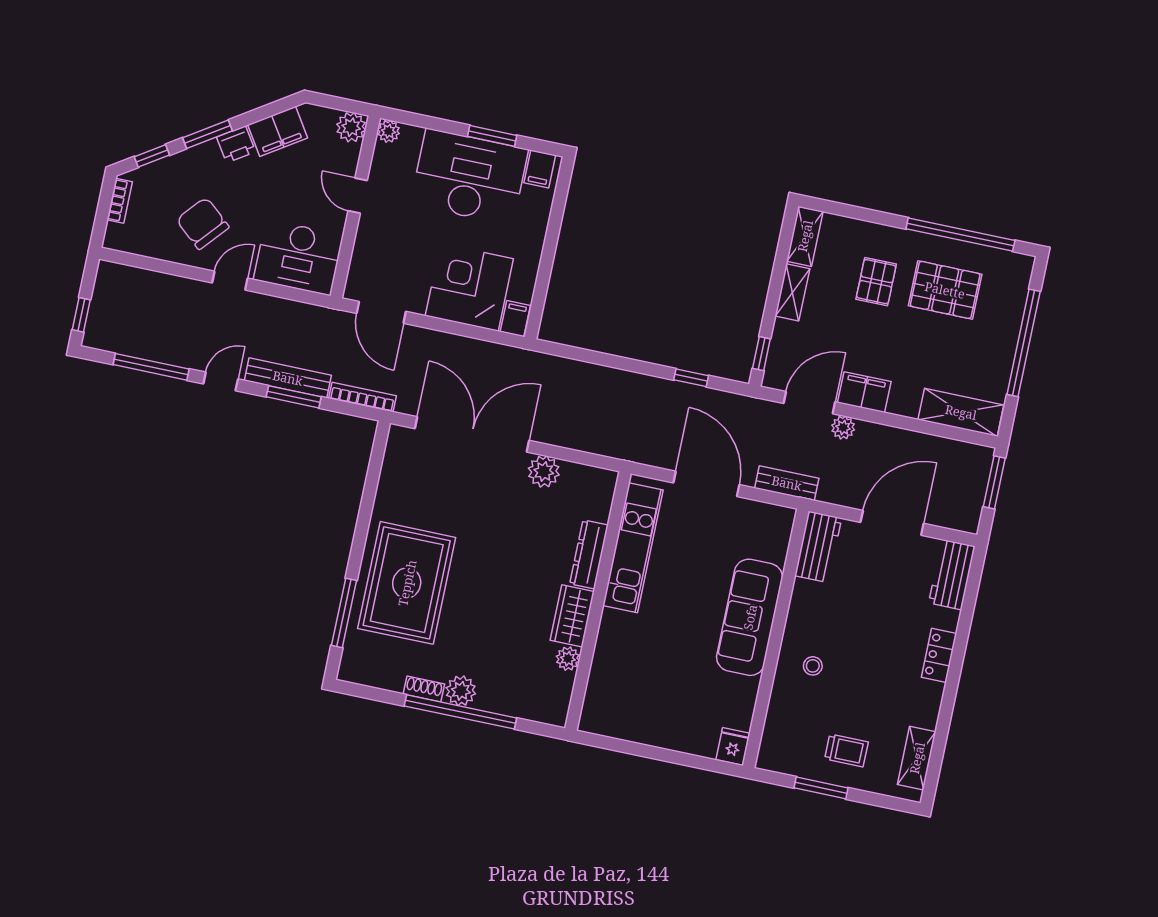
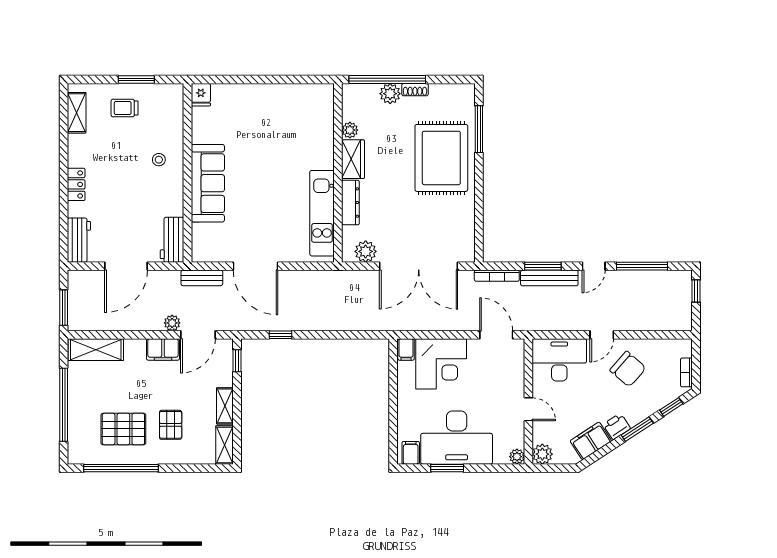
kitchen unit: (633, 548) -> (322, 213), moved
dresser: (589, 554) -> (350, 203), moved
wall: (598, 601) -> (338, 173), moved
wardrobe: (572, 616) -> (353, 159), moved
plant: (568, 659) -> (350, 130), moved

